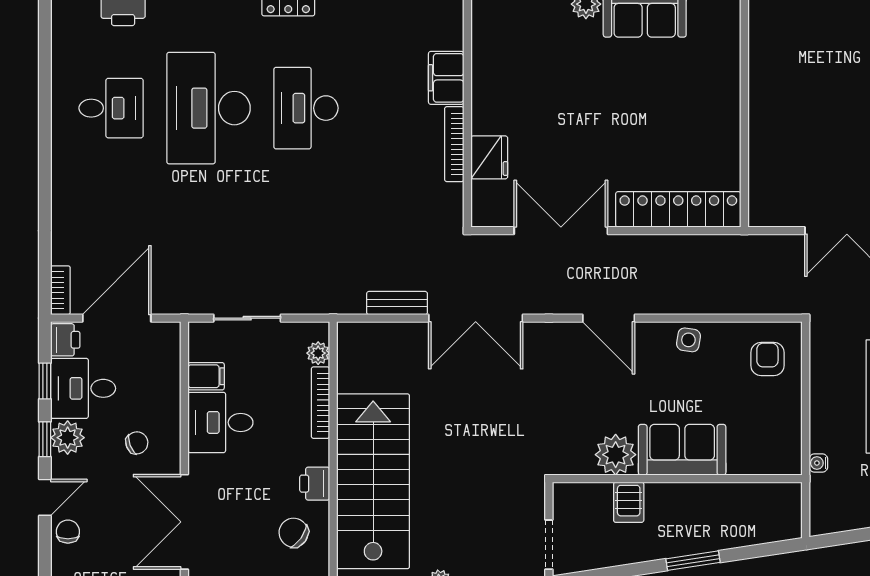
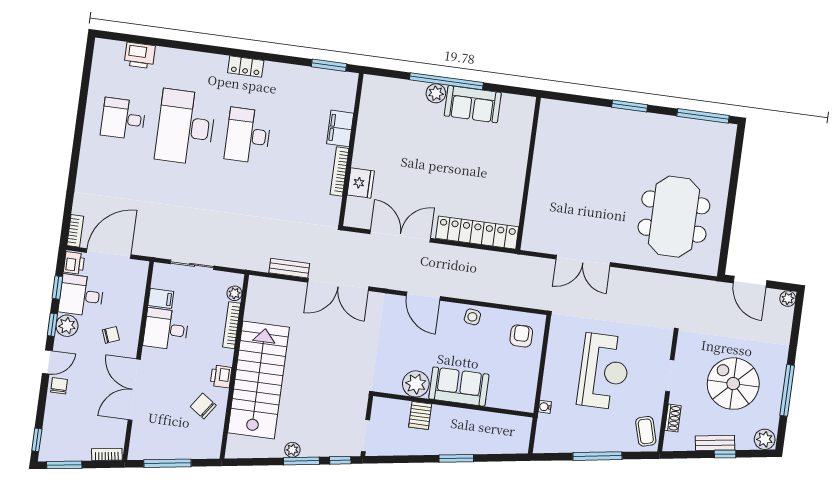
desk: (111, 108) -> (123, 119), turned 180

